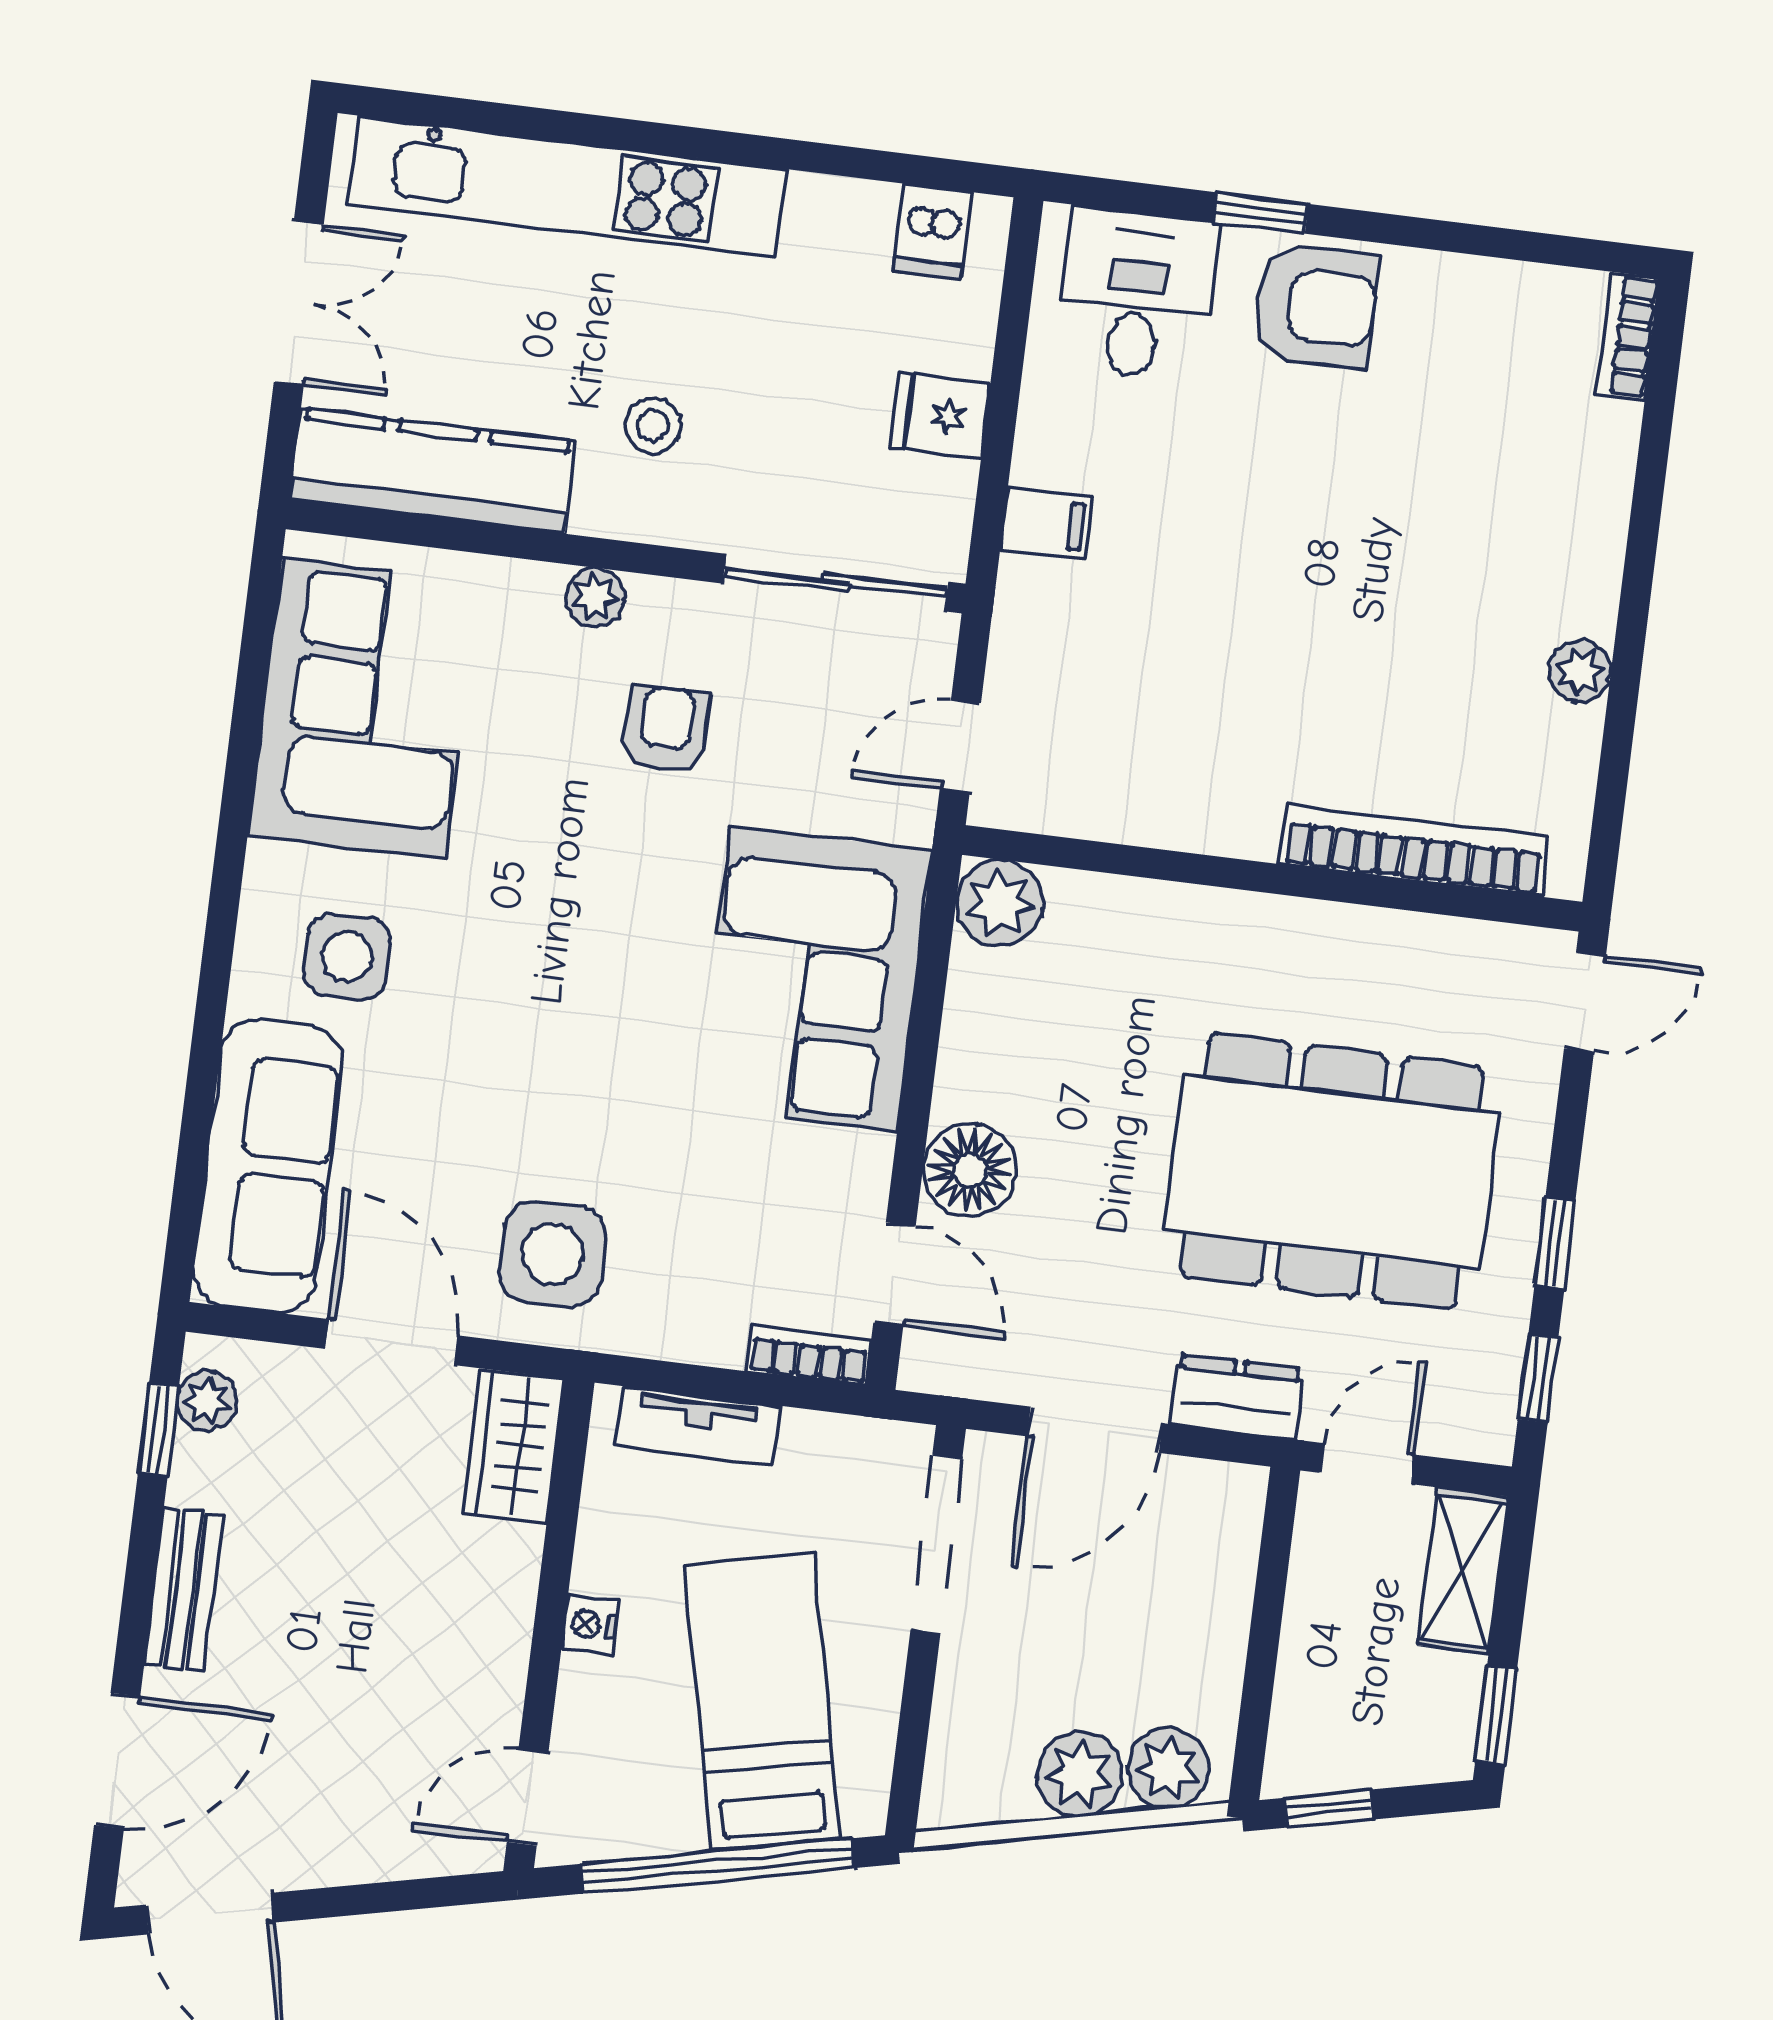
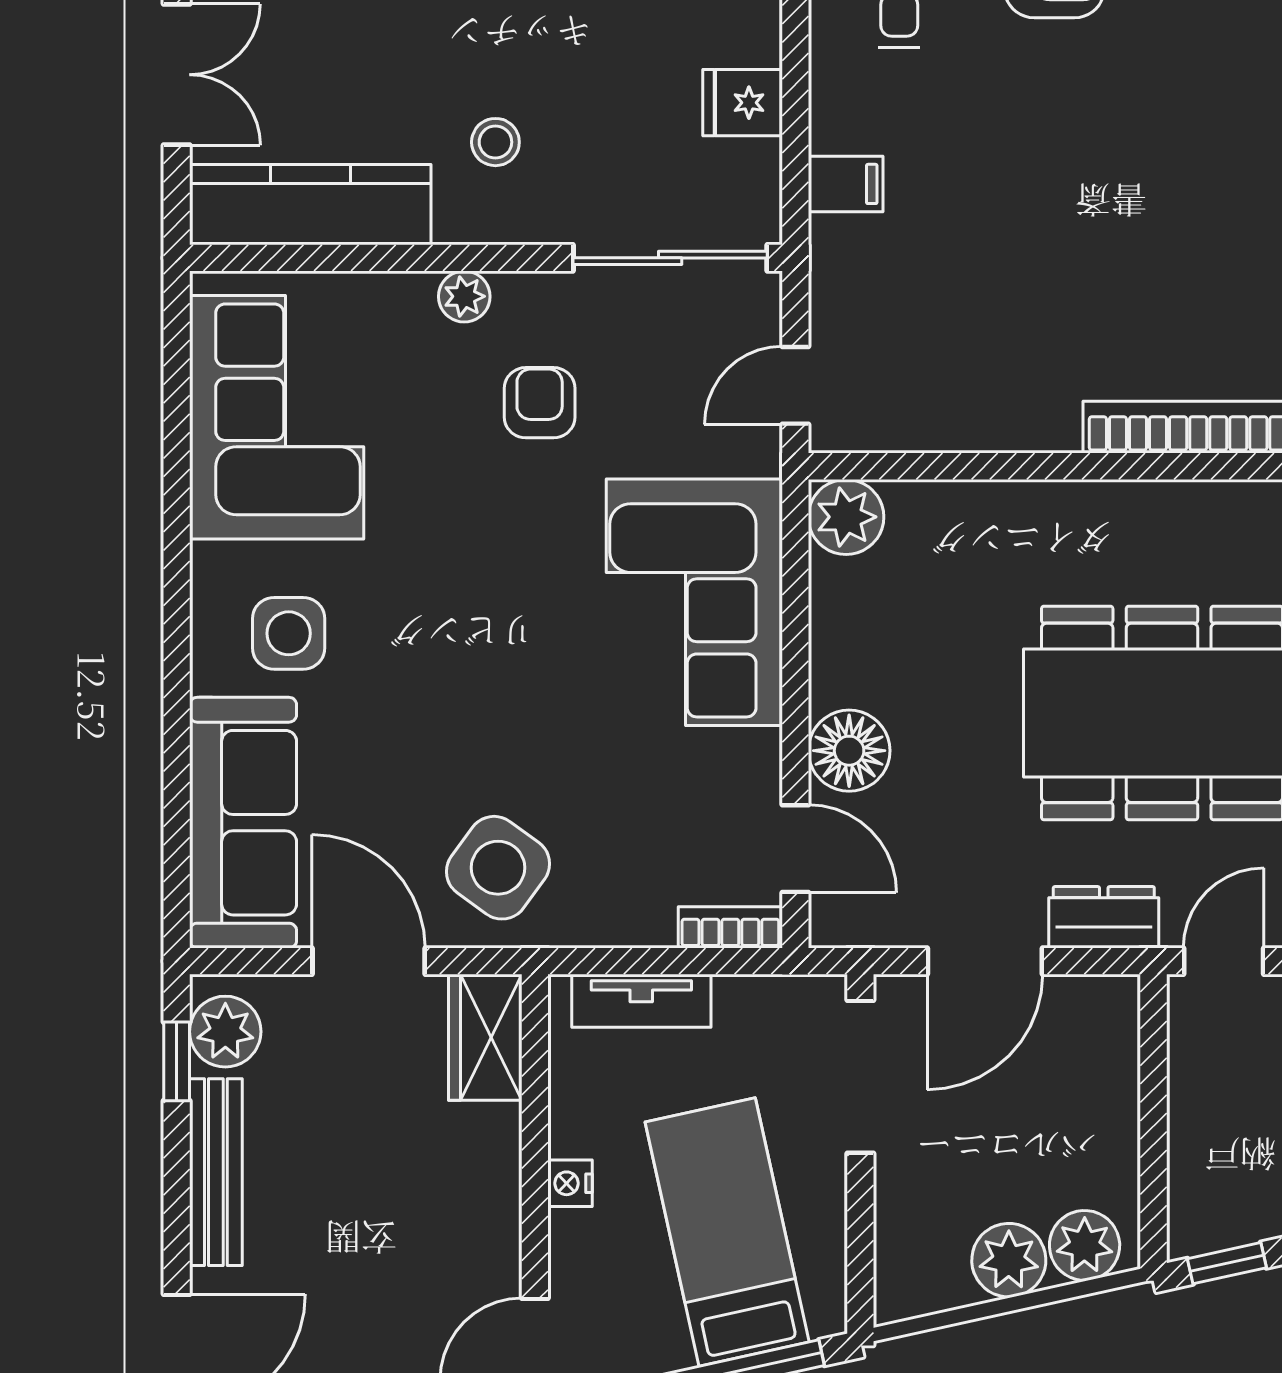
side table: (553, 1254) -> (498, 868), turned 36
plant: (207, 1401) -> (225, 1032), width x1.38, depth x1.38
bench: (184, 1590) -> (216, 1172), width x1.36

